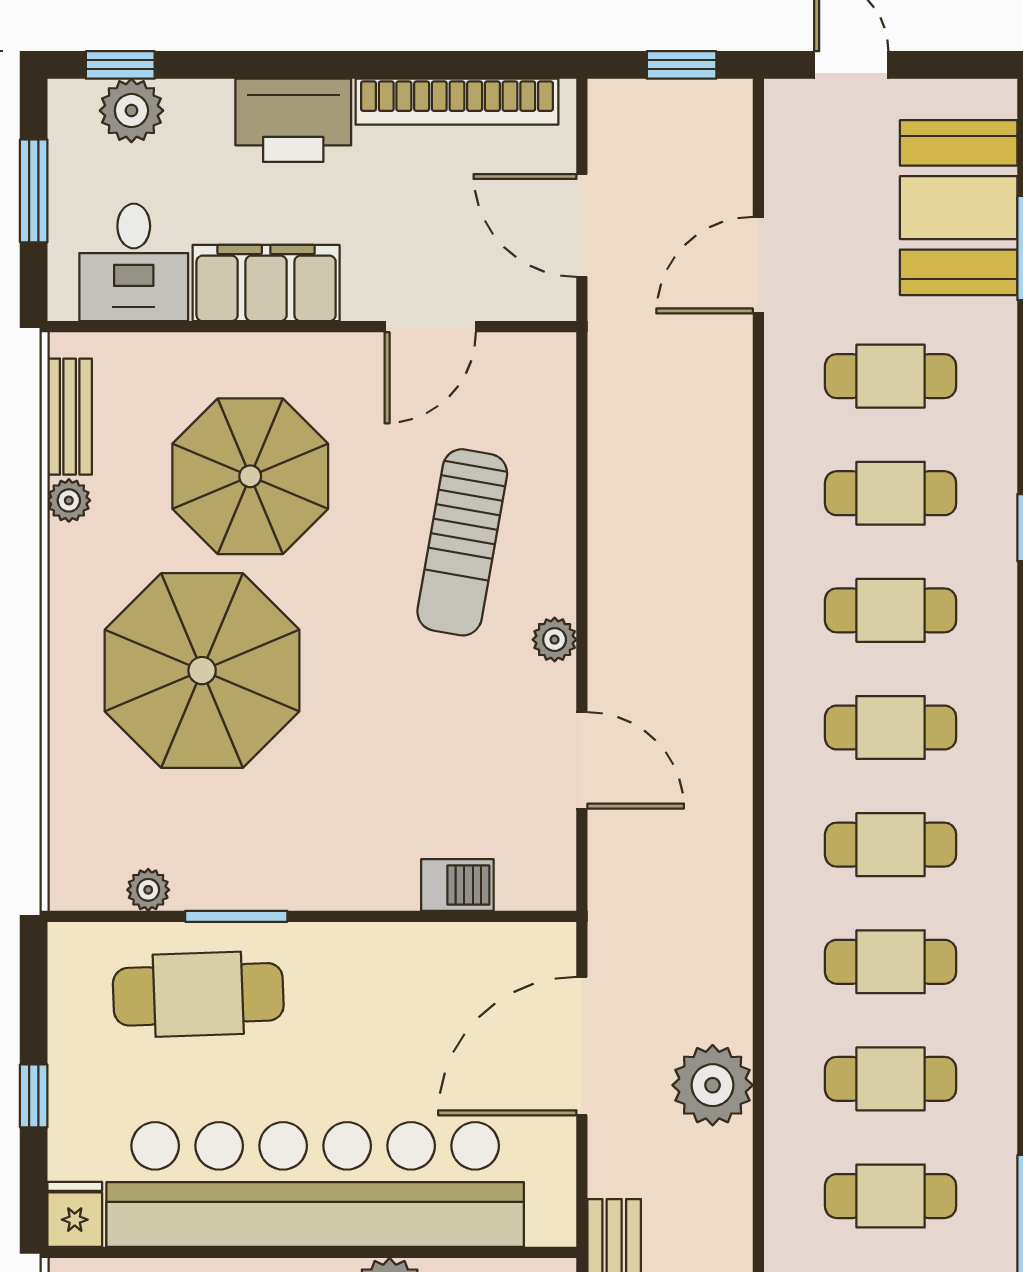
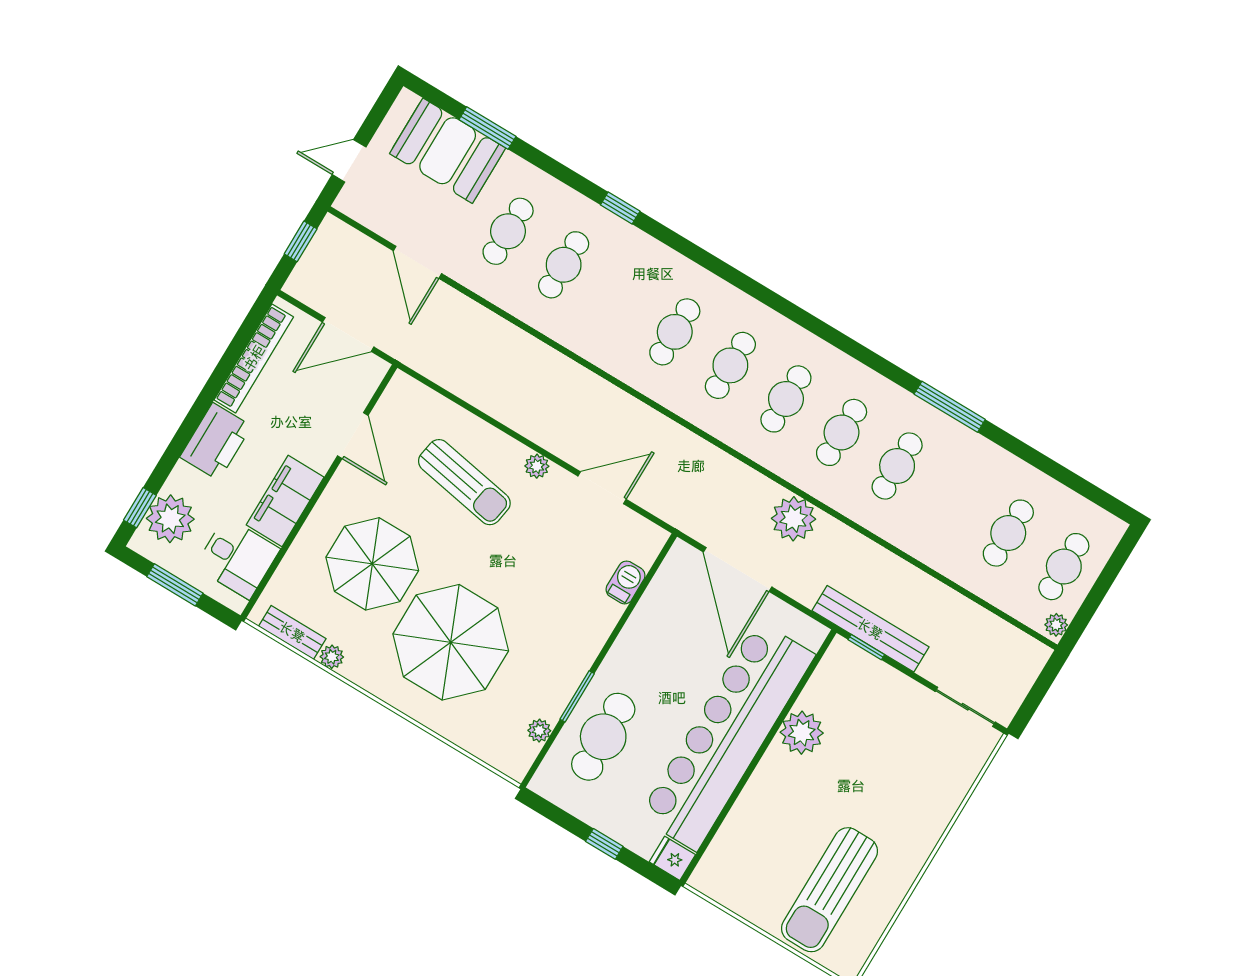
plant: (131, 111) -> (170, 519), width x1.36, depth x1.36
cafe table: (891, 610) -> (619, 298), removed

